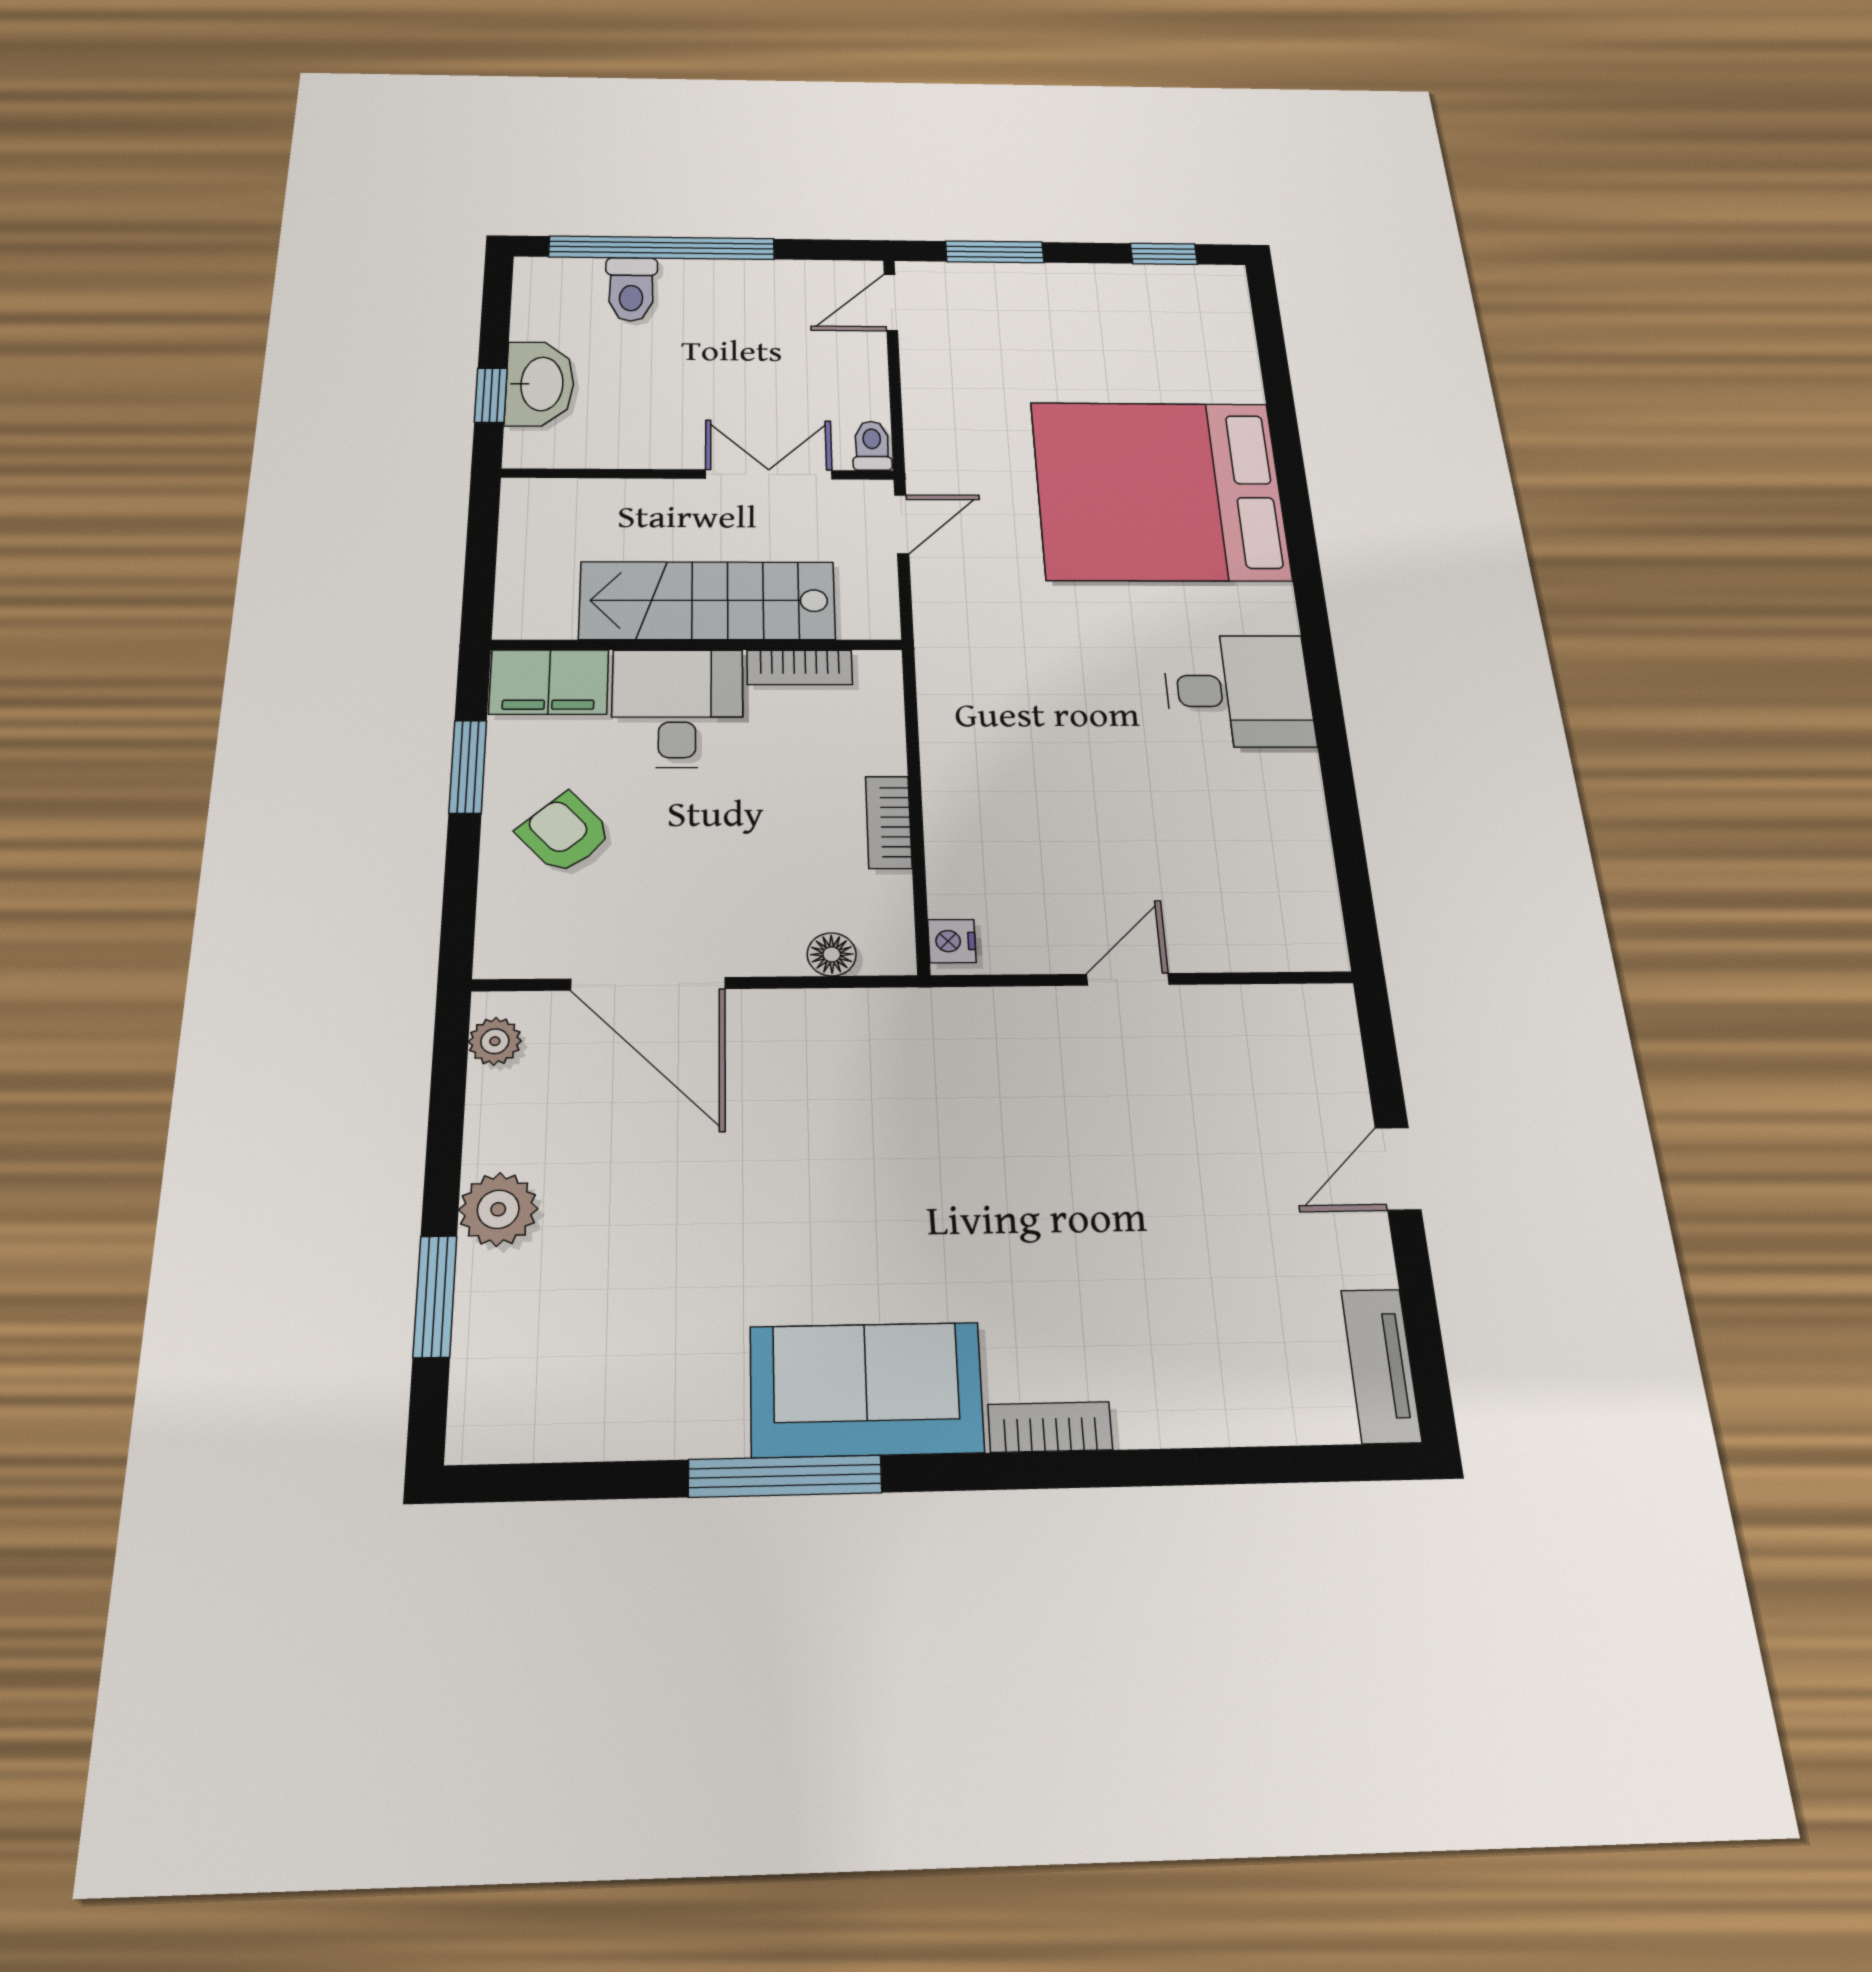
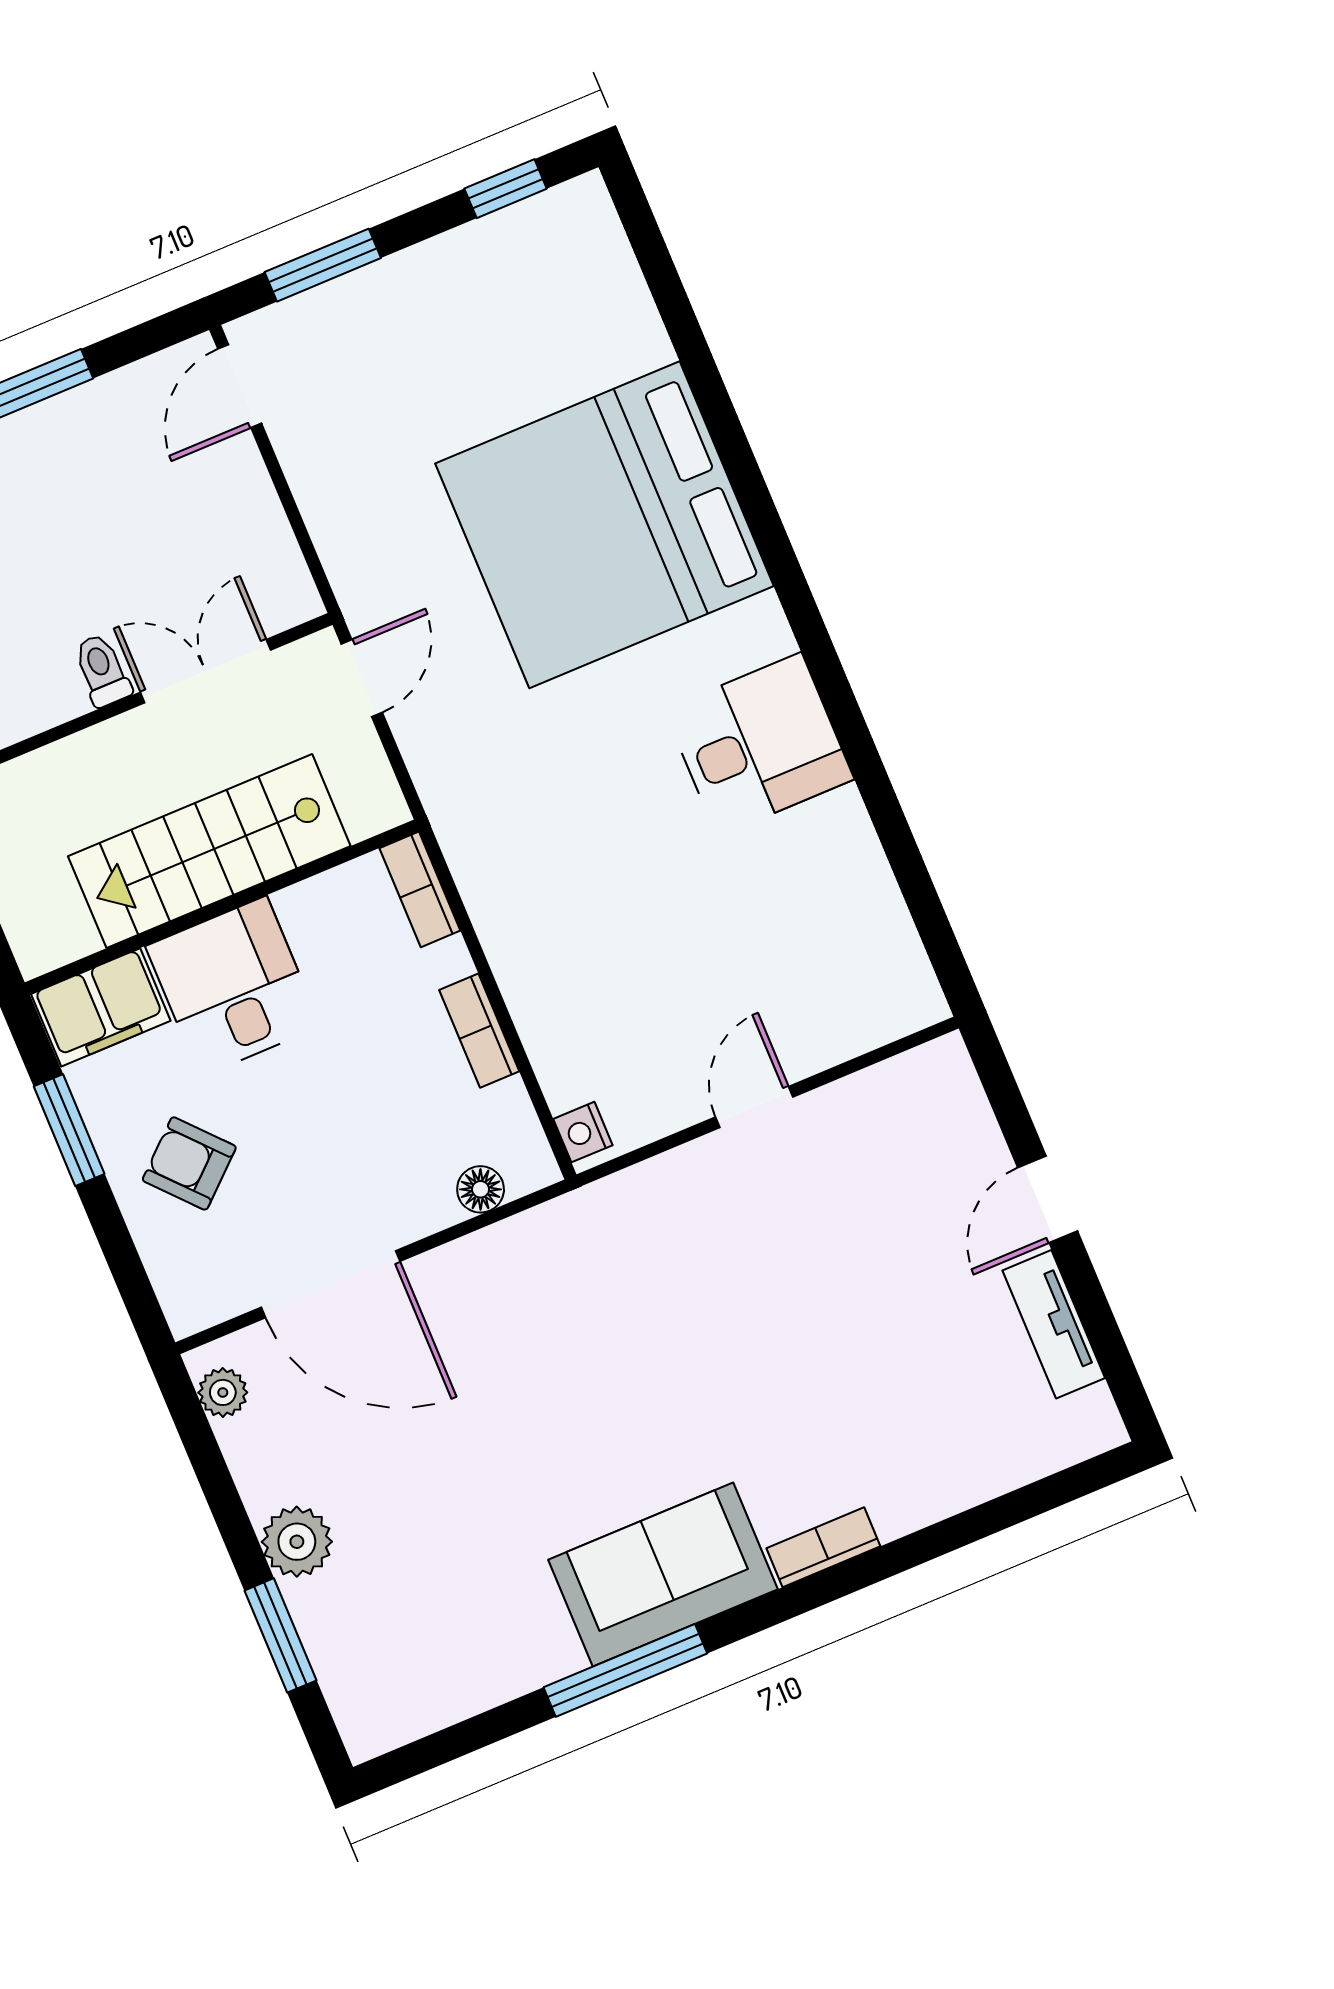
toilet: (872, 446) -> (102, 670), moved
bookcase: (800, 667) -> (420, 889), moved, turned 90
tv unit: (1381, 1366) -> (1054, 1324), moved

